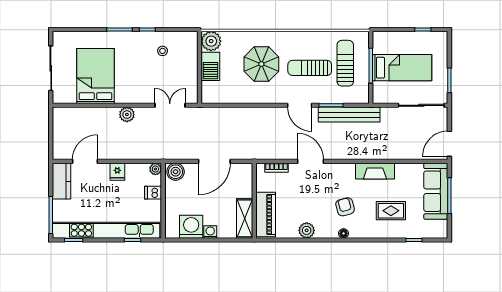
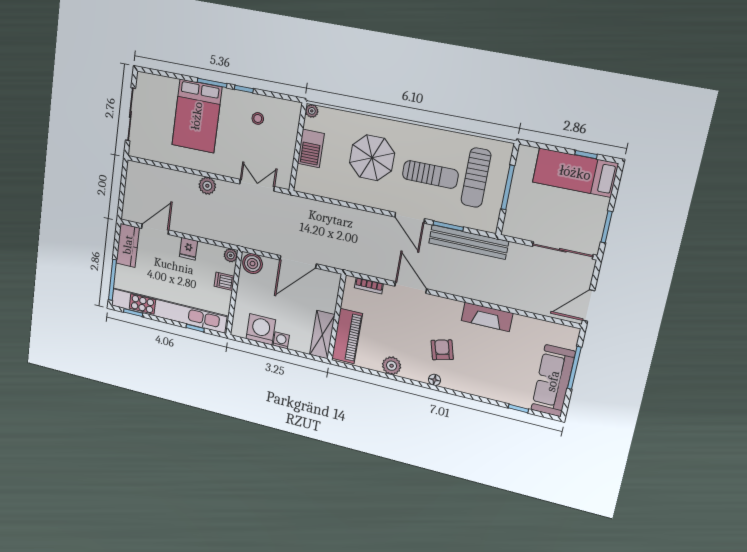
plant: (211, 41) -> (312, 111), width x0.53, depth x0.53
sun lounger: (345, 63) -> (476, 178), turned 180
sun lounger: (310, 68) -> (430, 174), turned 180
bed: (402, 68) -> (575, 173), moved, turned 180
bed: (95, 76) -> (197, 116), moved, turned 180
sofa: (436, 191) -> (553, 381), moved
rug: (391, 211) -> (497, 368), removed

